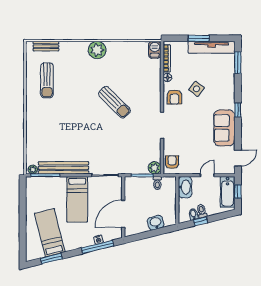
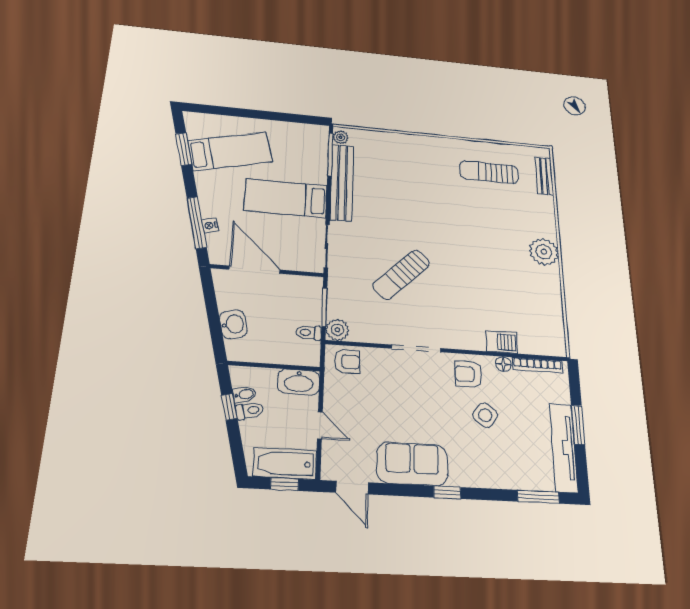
barbecue: (155, 50) -> (502, 342), moved
sun lounger: (114, 102) -> (401, 274), moved

